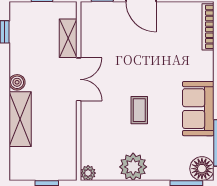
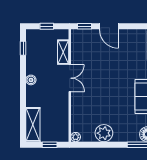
coffee table: (139, 110) -> (108, 97), removed
shelving: (20, 119) -> (33, 125), moved

